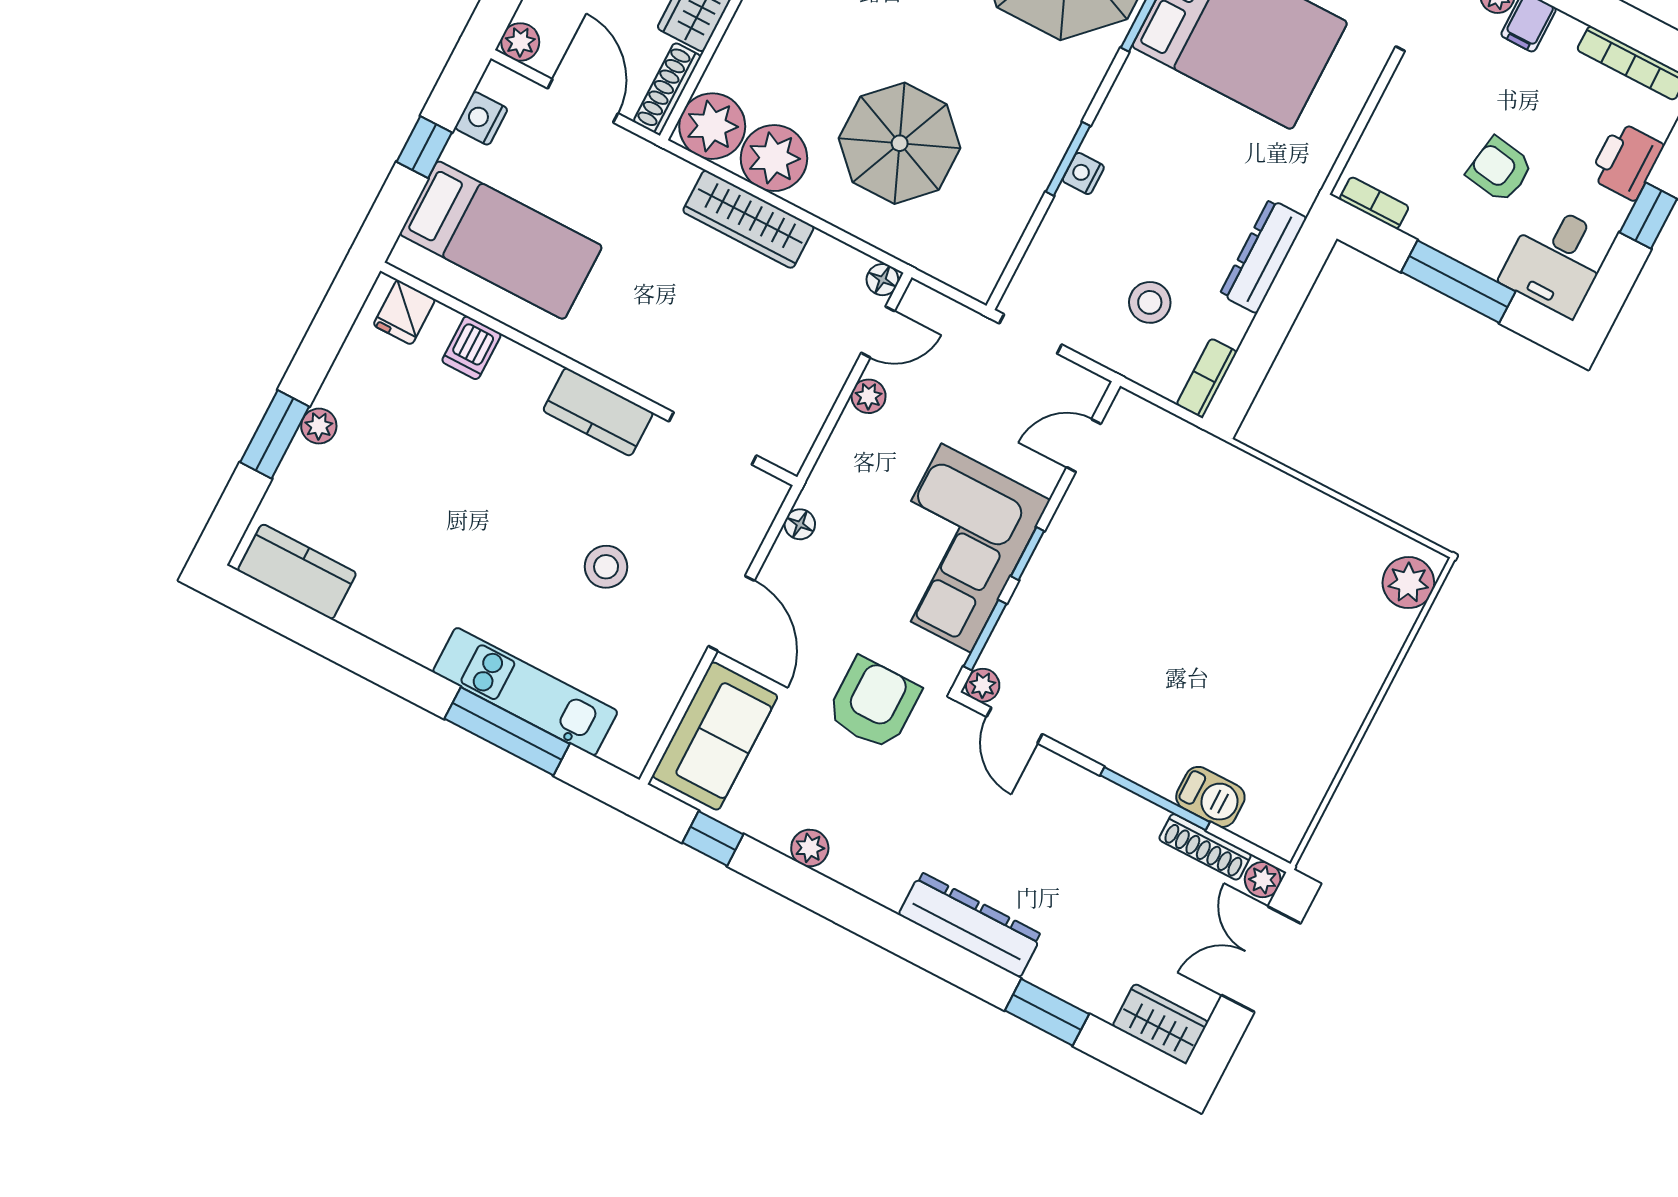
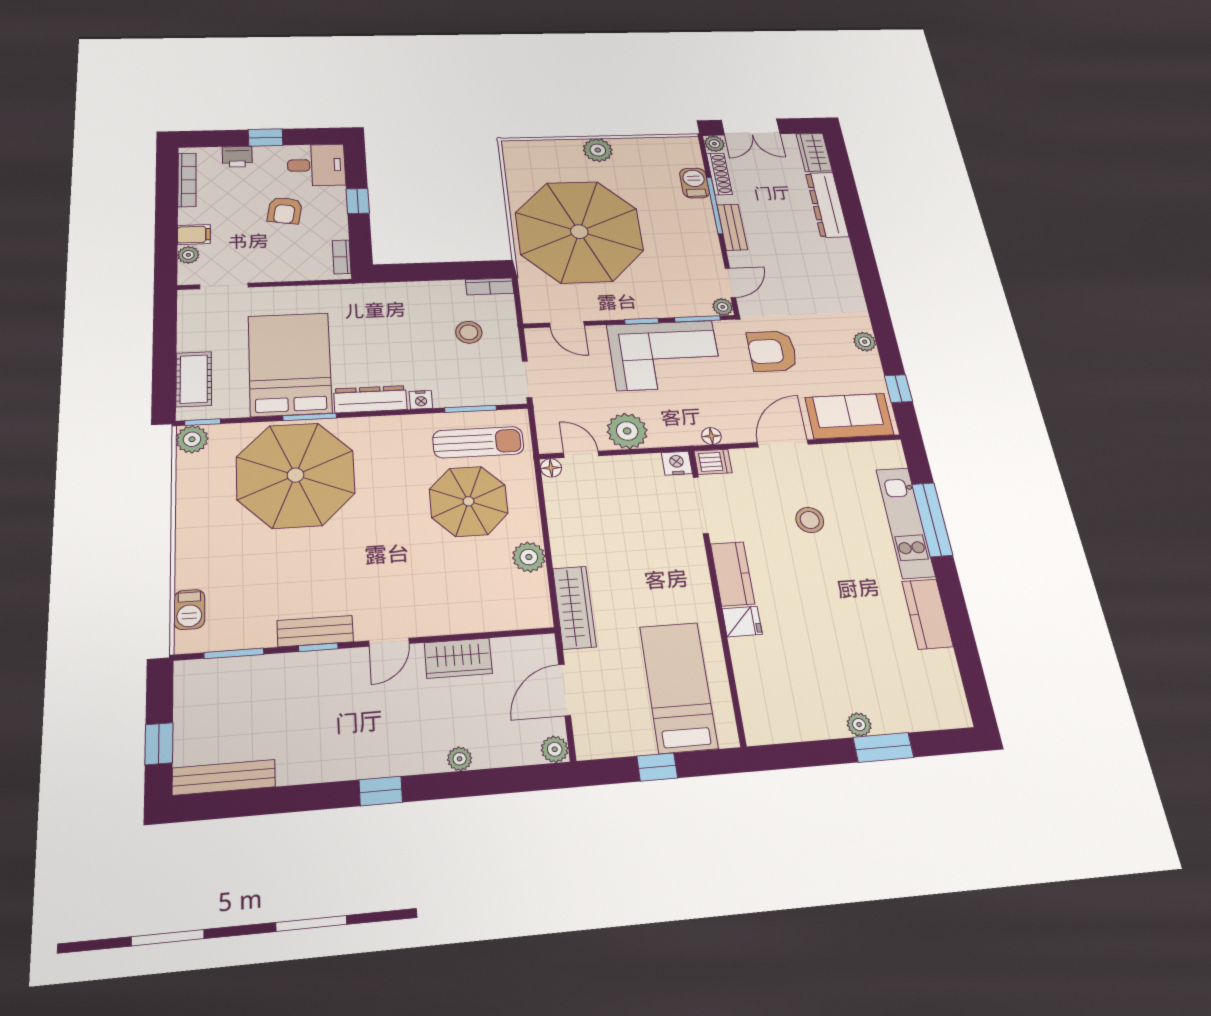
shoe rack: (667, 89) -> (524, 646), removed
nightstand: (481, 118) -> (677, 463), moved, turned 180
plant: (712, 126) -> (529, 607), removed
plant: (774, 158) -> (529, 557), width x0.73, depth x0.73
window: (1068, 159) -> (471, 409), moved
printer: (1626, 161) -> (237, 157), width x0.73, depth x0.81
sun lounger: (976, 209) -> (478, 442), added
wardrobe: (748, 219) -> (574, 607), moved
dresser: (1263, 256) -> (370, 399), moved, turned 180
window: (1458, 282) -> (358, 201), width x0.46
fridge: (404, 312) -> (742, 622), moved
dishwasher: (471, 348) -> (713, 462), moved
plant: (869, 396) -> (627, 431), width x1.87, depth x1.87
parasol: (1224, 566) -> (579, 232), added
kitchen counter: (297, 572) -> (927, 614), moved
plant: (1408, 583) -> (598, 150), moved
bench: (1103, 797) -> (732, 227), added
dresser: (970, 925) -> (827, 205), moved
window: (1047, 1012) -> (850, 200), removed

